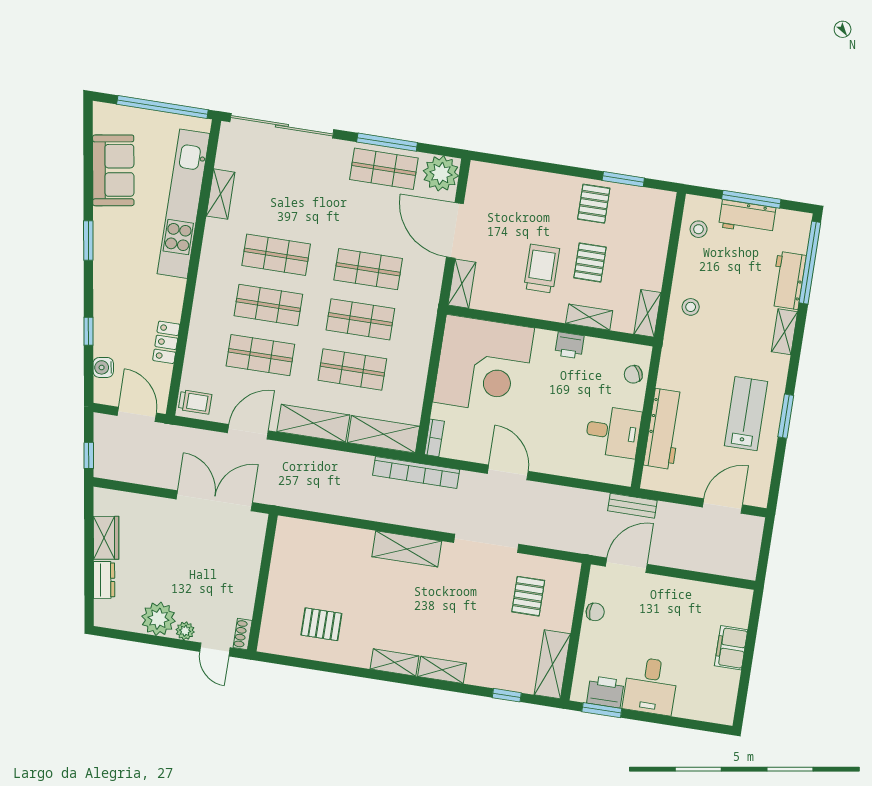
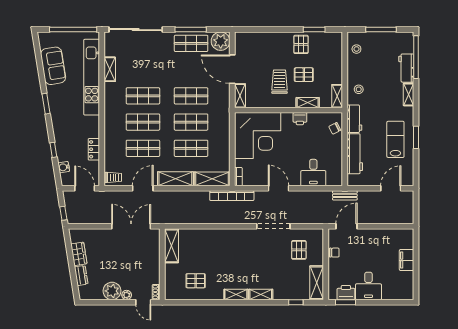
workbench: (747, 217) -> (354, 119), moved, turned -90
pallet: (590, 262) -> (304, 75), turned 90
desk: (613, 432) -> (313, 173), moved, turned 90
shelving: (407, 549) -> (172, 246), moved, turned 90

